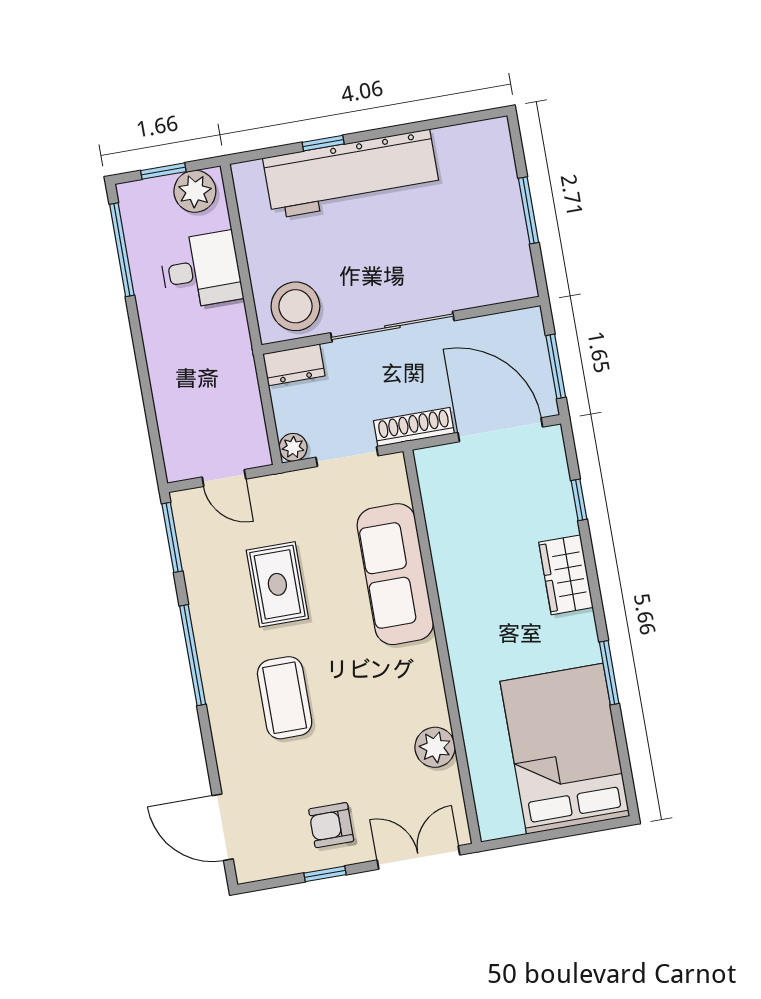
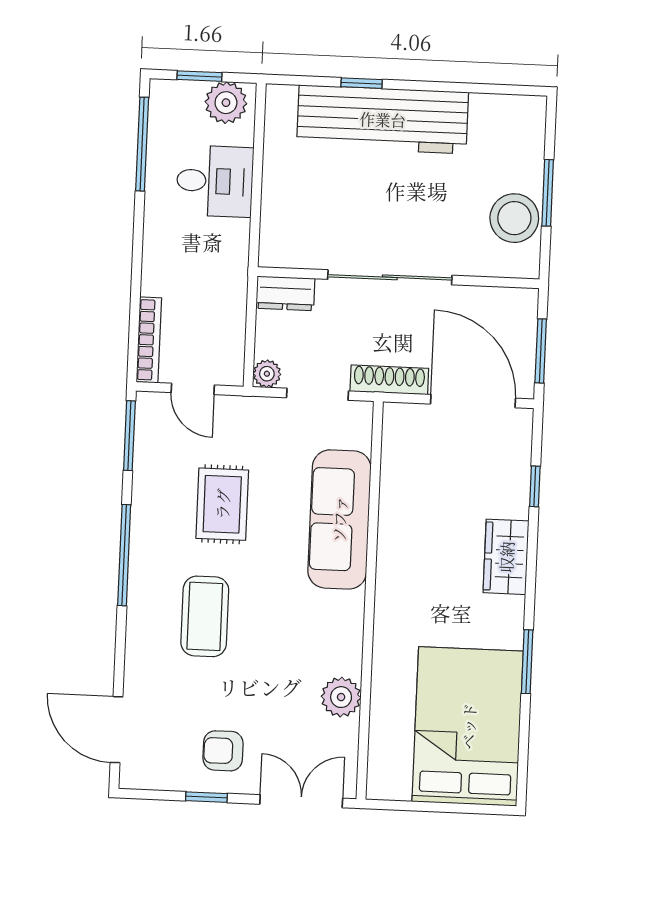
stool: (295, 306) -> (514, 218), moved
bookcase: (171, 440) -> (149, 340), added

